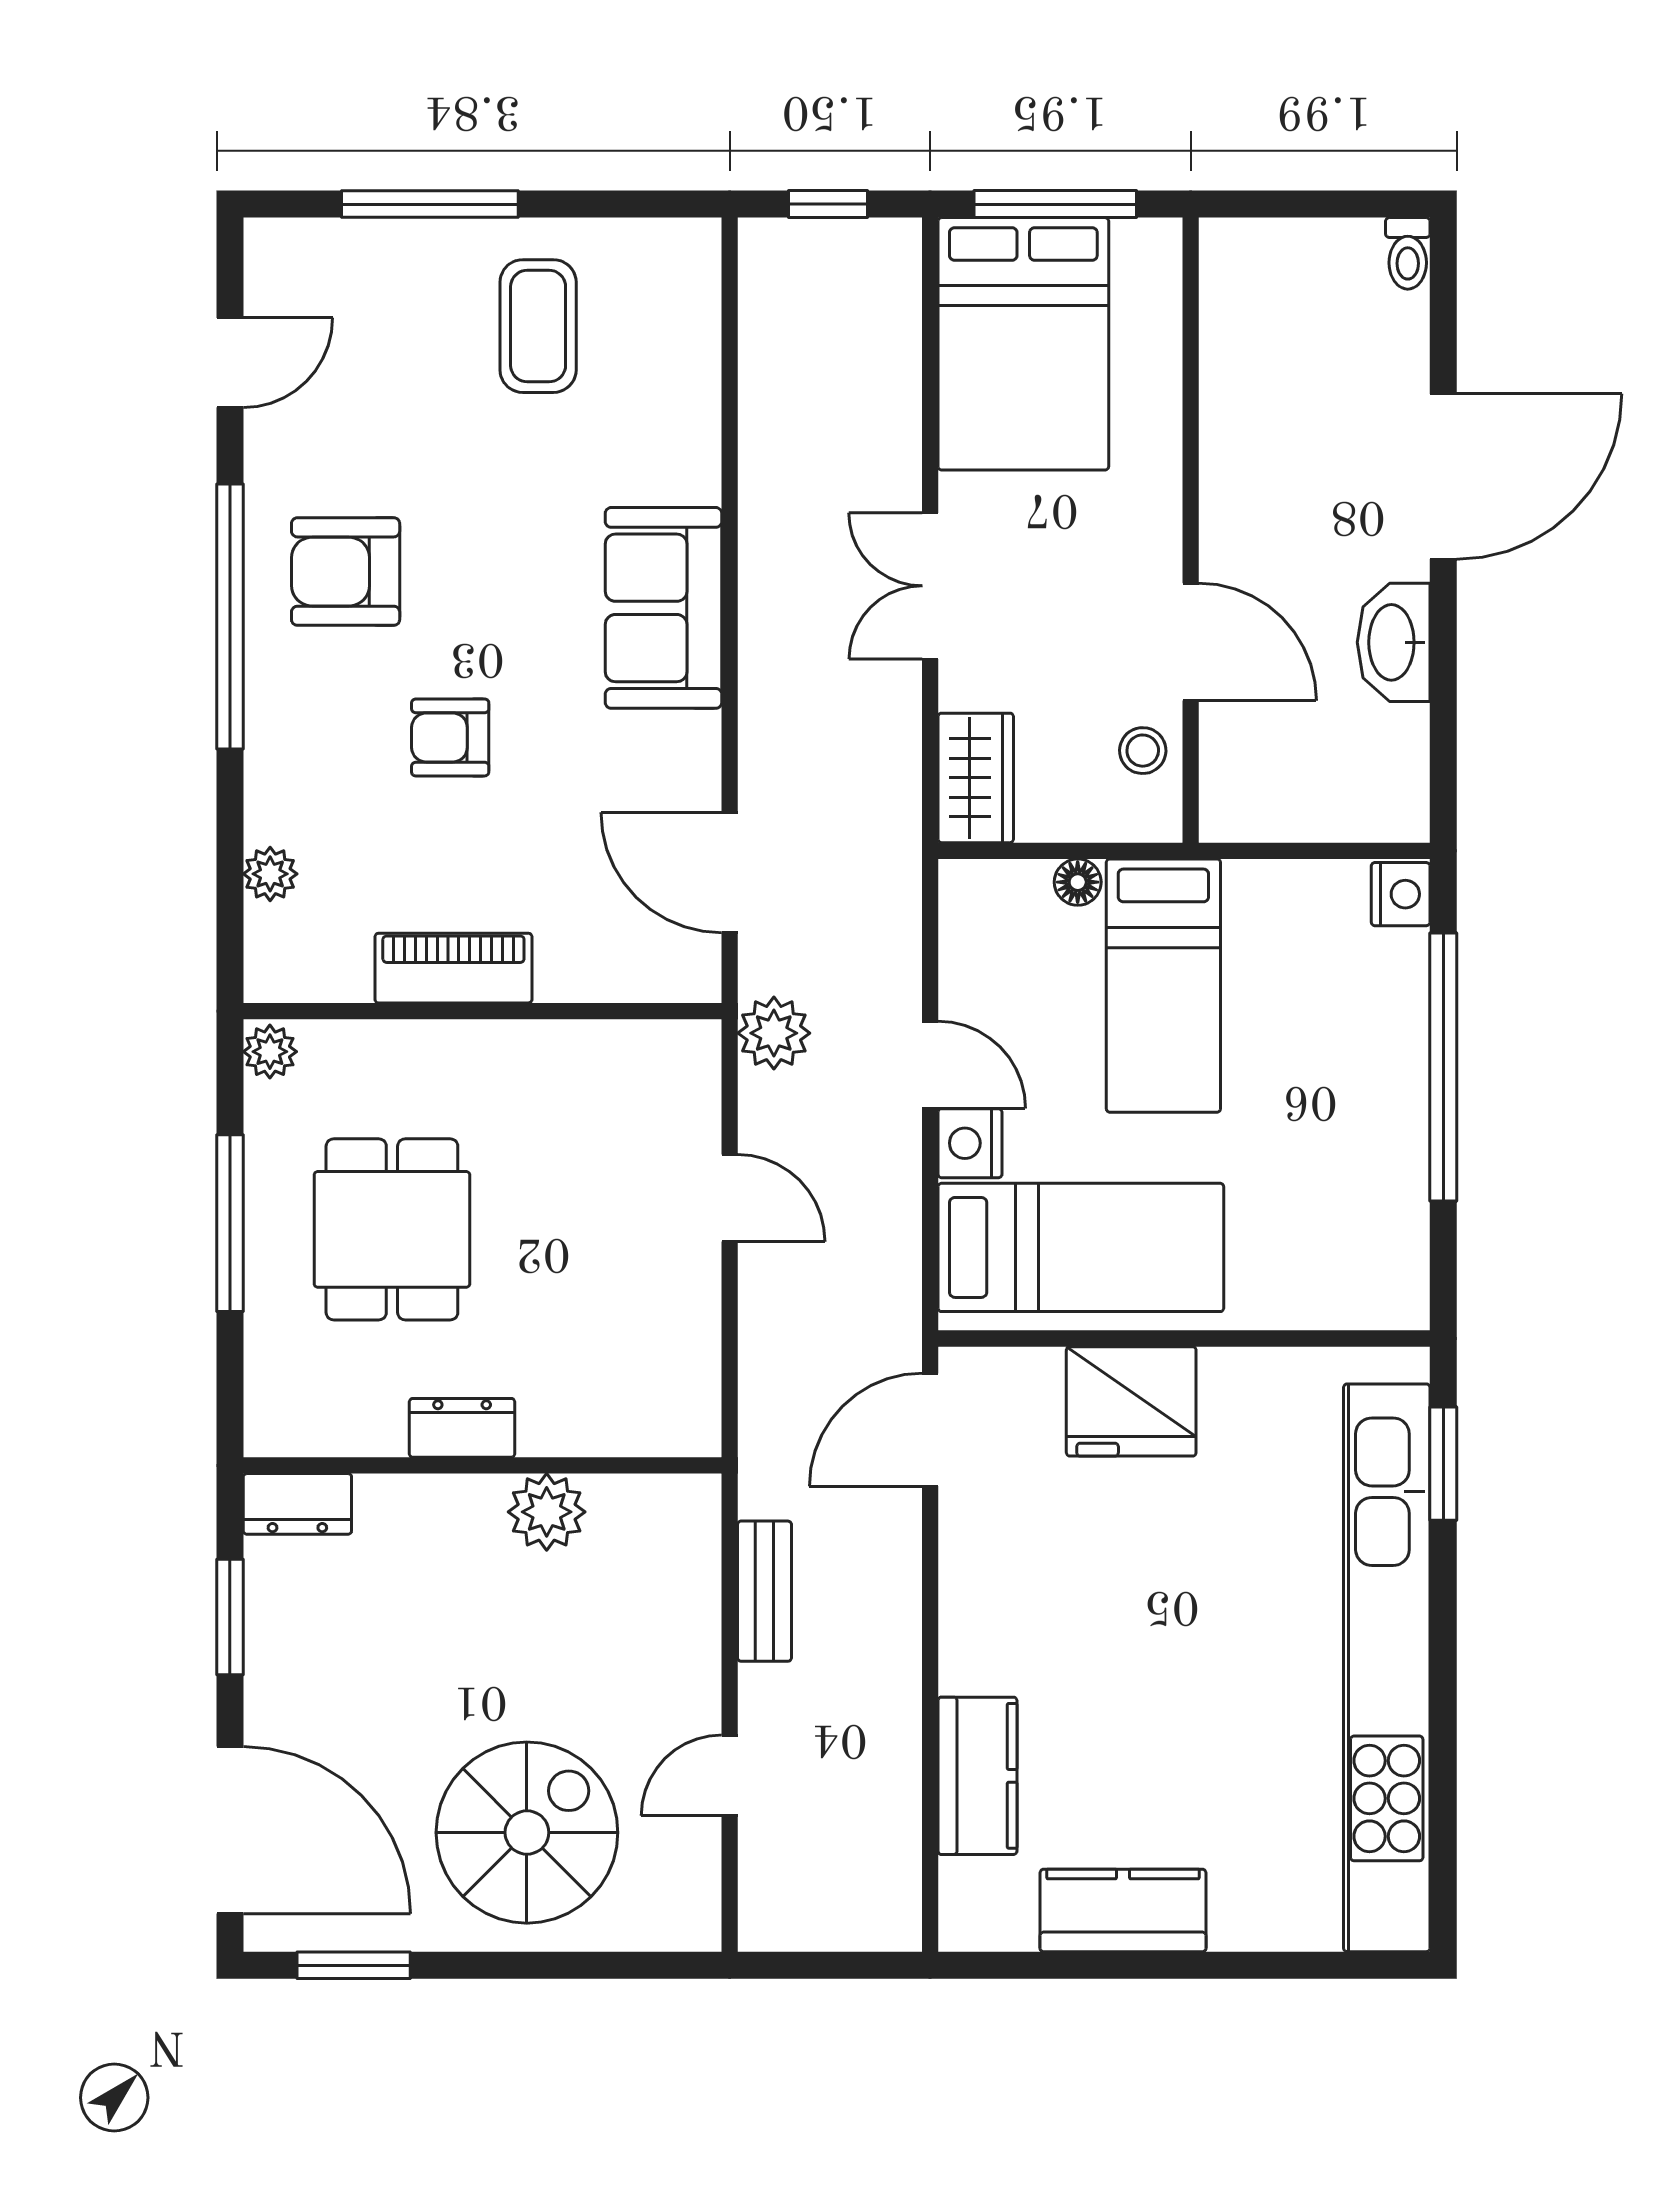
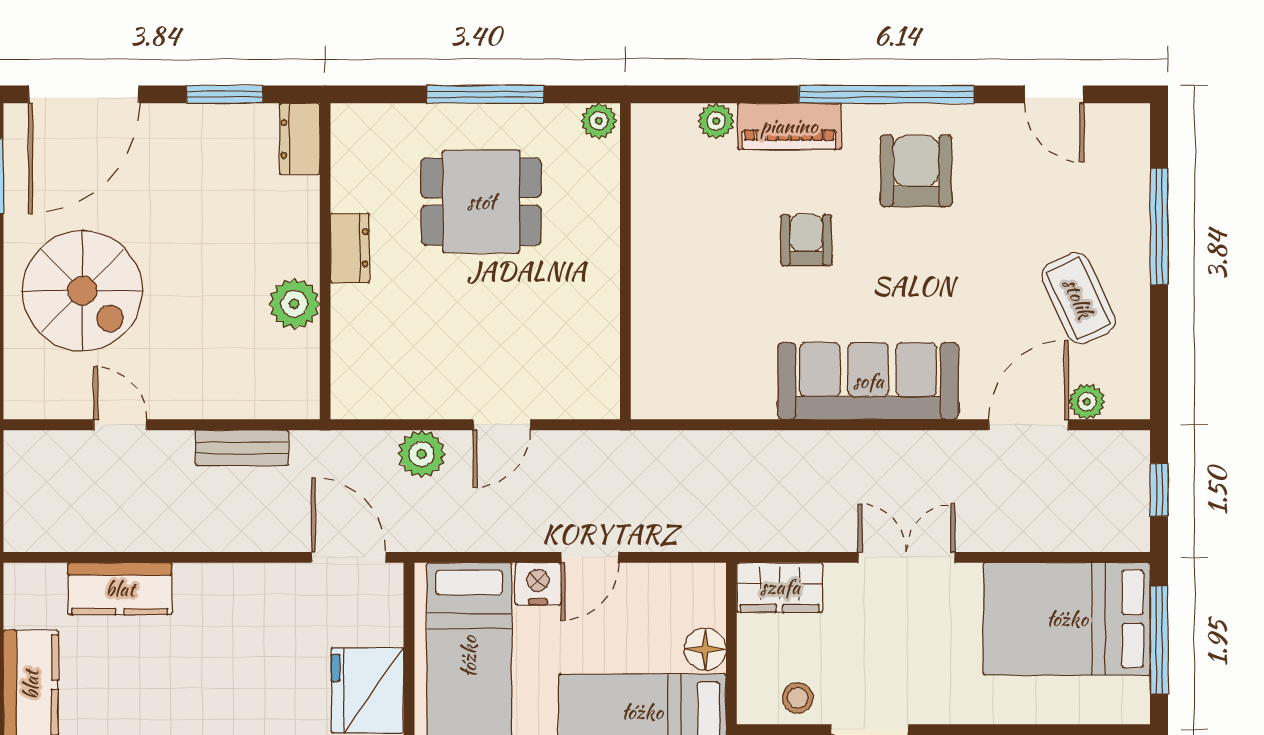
plant: (695, 313) -> (1087, 402), added
coffee table: (538, 326) -> (1078, 298), turned 65
sofa: (664, 608) -> (868, 381), width x1.36
door: (730, 873) -> (1028, 425), moved
floor lamp: (1078, 882) -> (705, 649), width x1.37, depth x1.37
piano: (453, 968) -> (789, 126), moved, turned 90
plant: (774, 1033) -> (422, 454), moved

